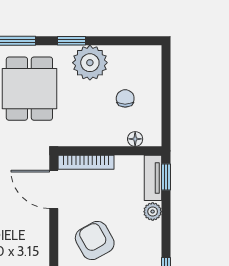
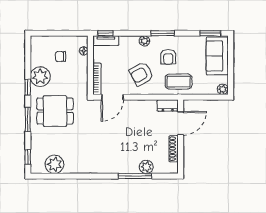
plant: (153, 212) -> (144, 41), moved

